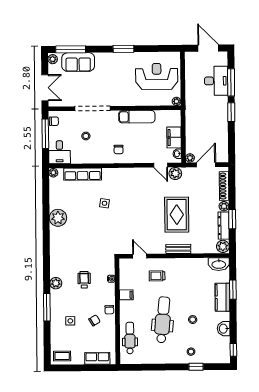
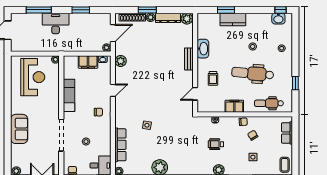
window: (71, 49) -> (8, 155), removed
window: (123, 49) -> (8, 107), removed
sofa: (78, 62) -> (19, 129), moved
reception desk: (157, 76) -> (33, 77), turned 180
desk: (216, 81) -> (56, 23), moved
window: (231, 112) -> (81, 10), moved
door: (161, 165) -> (113, 90), moved
door: (206, 165) -> (113, 33), swing flipped
rug: (177, 215) -> (158, 60), removed
window: (232, 219) -> (147, 10), moved
washbasin: (219, 264) -> (203, 49), moved
filing cabinet: (126, 295) -> (234, 106), width x2.00
washbasin: (224, 329) -> (278, 19), moved
window: (196, 367) -> (295, 83), moved

